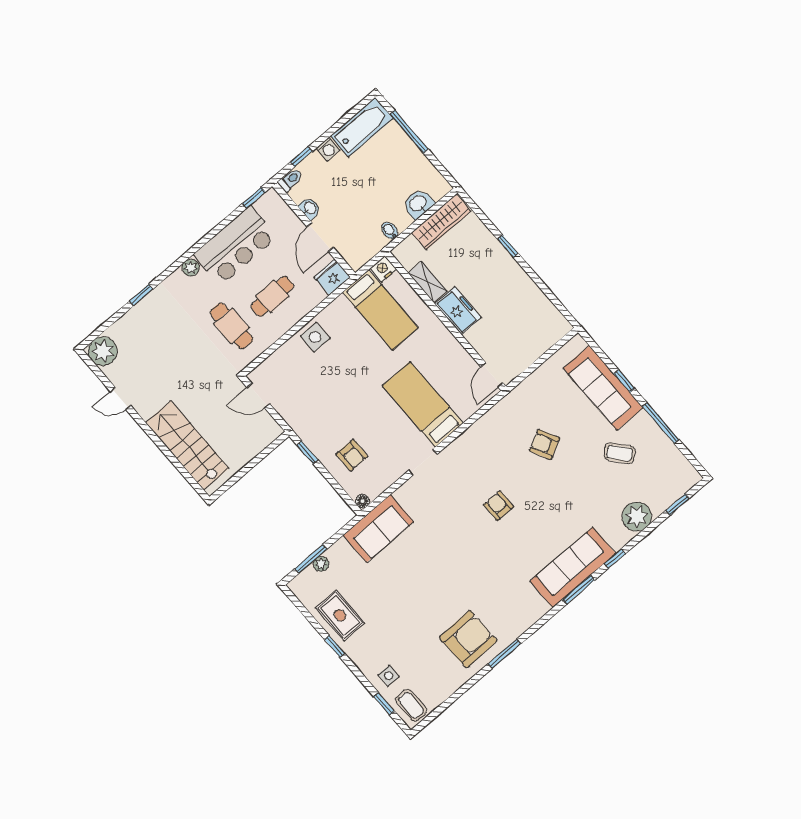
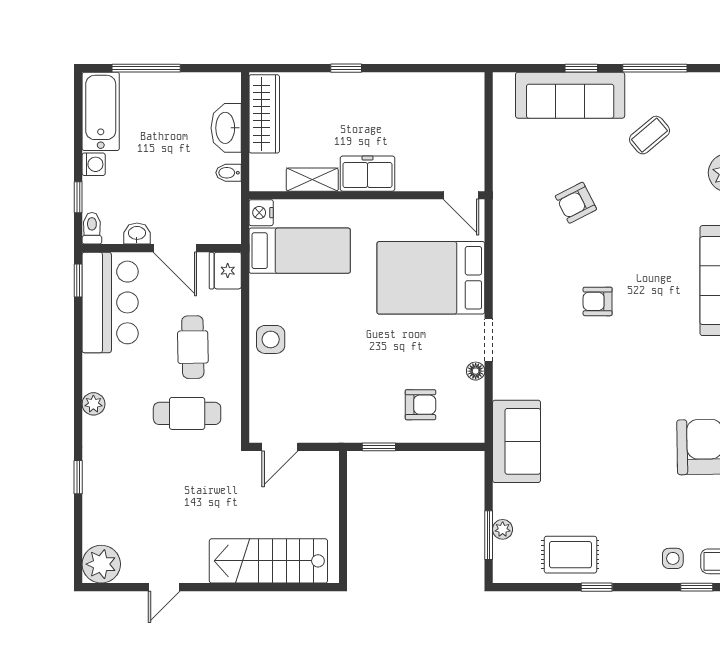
washbasin: (418, 204) -> (226, 128), width x1.38
bar counter: (235, 246) -> (110, 302), moved
bed: (423, 404) -> (431, 278), width x1.50
floor lamp: (363, 501) -> (476, 371), moved

